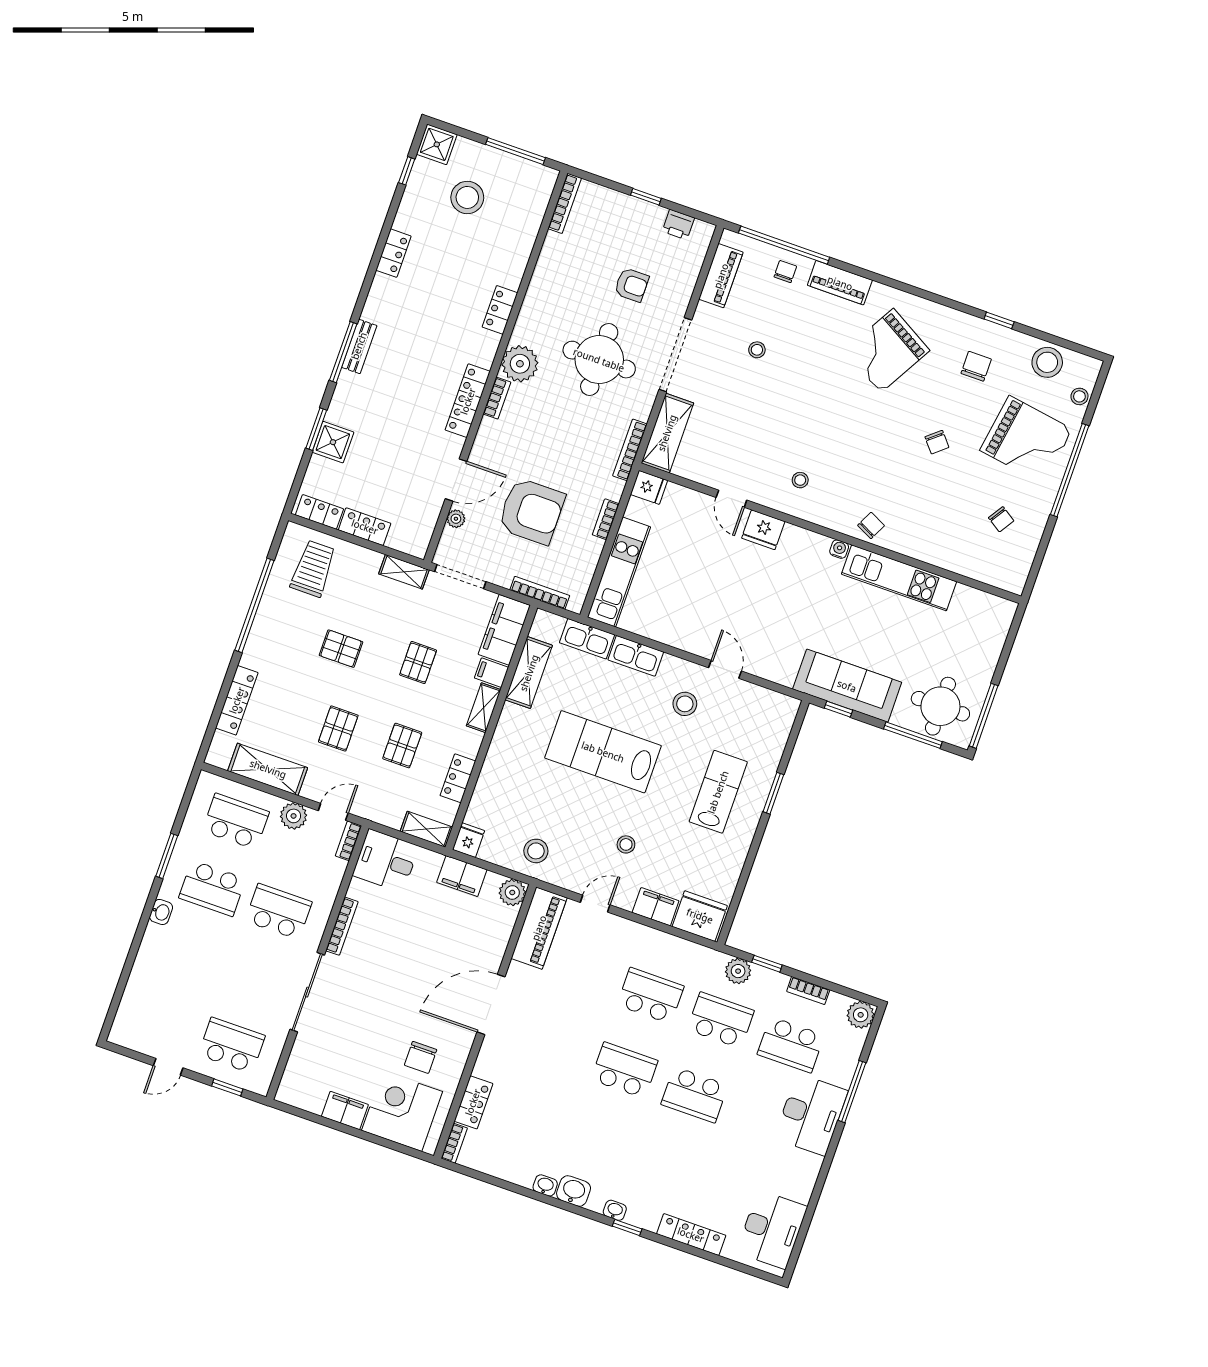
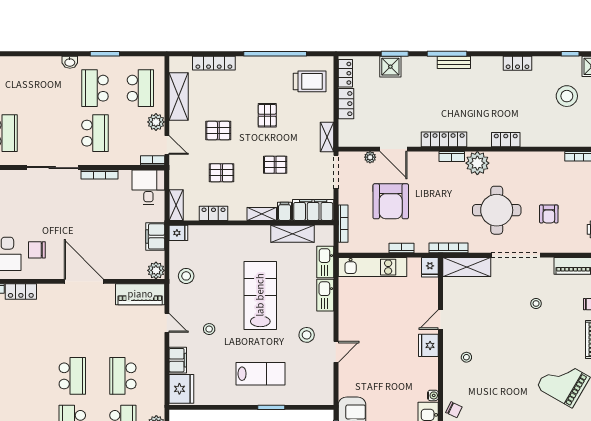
school desk: (651, 996) -> (123, 376), turned 180

